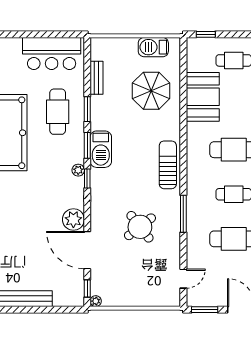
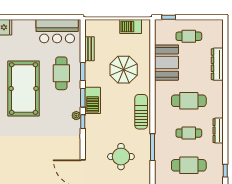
parasol: (151, 91) -> (124, 70), moved
plant: (73, 219) -> (73, 151), removed
round table: (140, 227) -> (121, 157), turned 38

